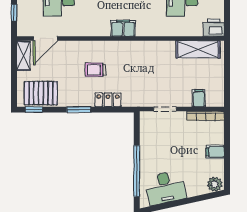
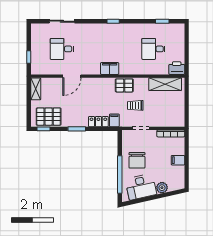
door: (45, 38) -> (72, 76), moved
pallet: (143, 51) -> (124, 85), added
trolley: (95, 70) -> (135, 105), moved
filing cabinet: (199, 98) -> (114, 120), moved
chair: (160, 152) -> (137, 160), added
plant: (215, 184) -> (162, 188), moved

